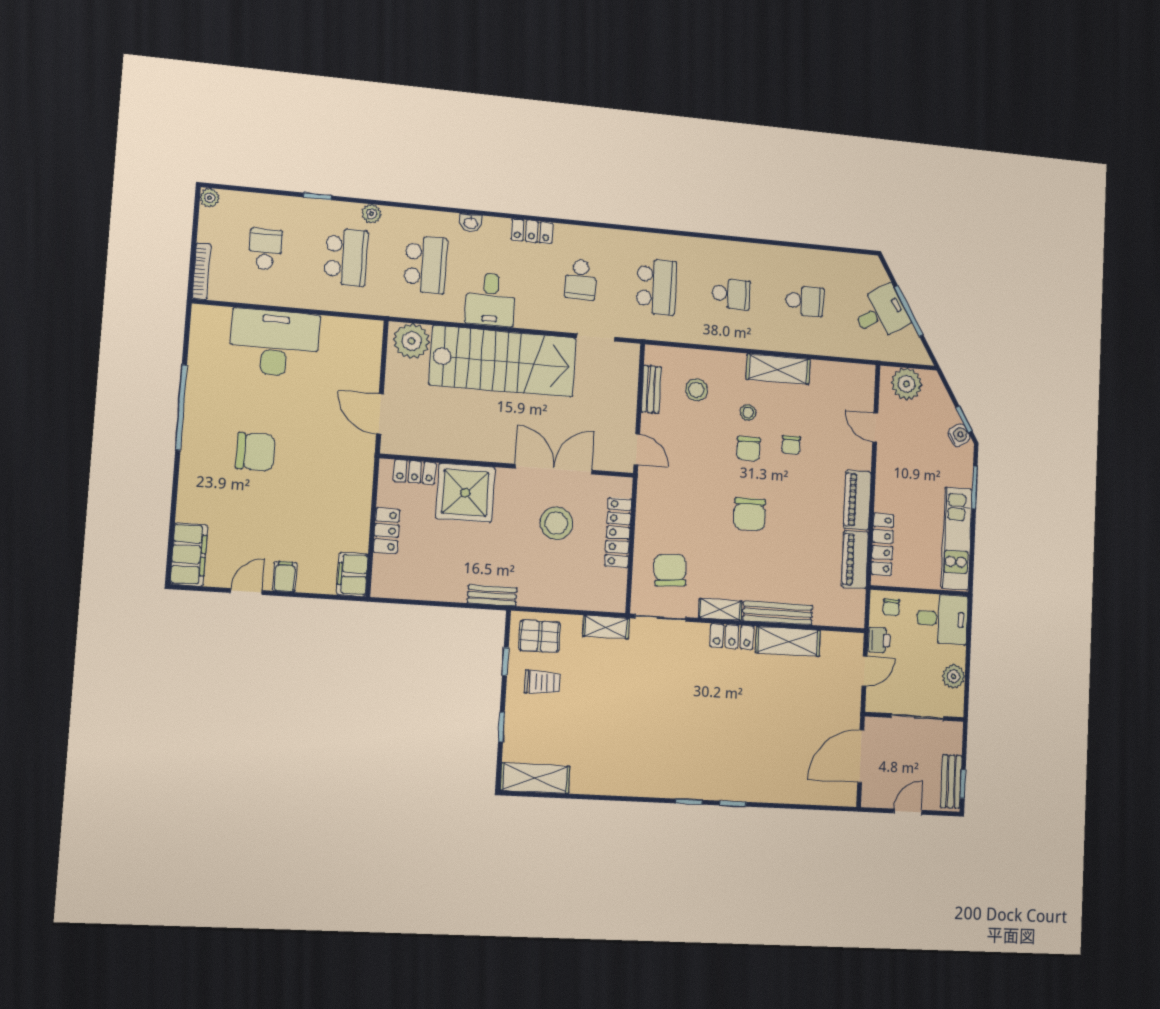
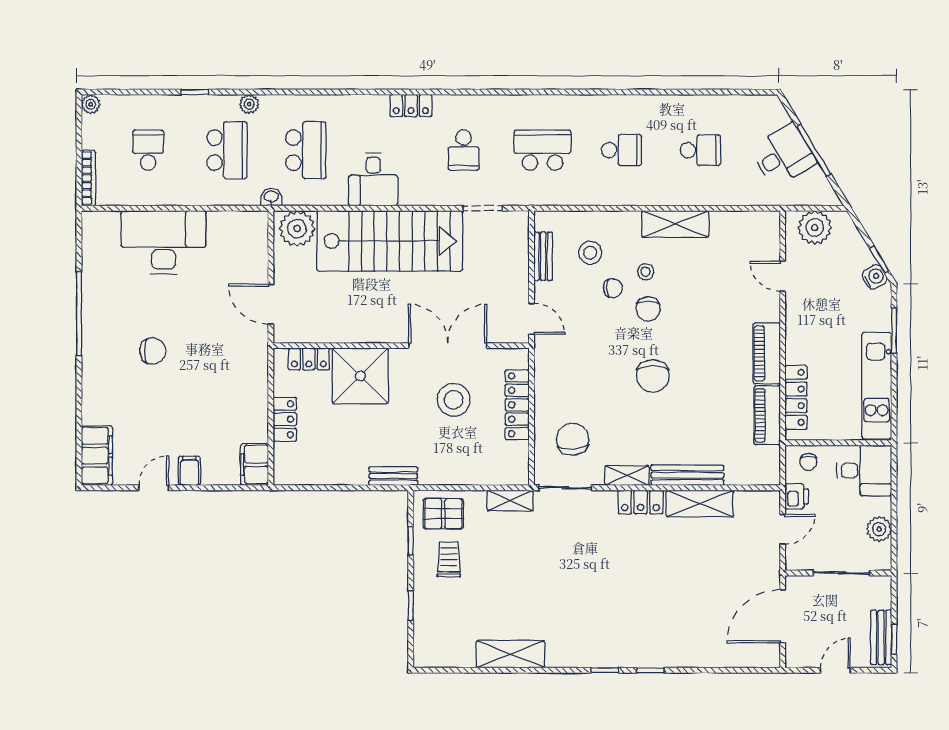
washbasin: (471, 223) -> (271, 197), moved, turned 180
school desk: (656, 287) -> (543, 150), turned -90
chair: (791, 445) -> (613, 288), moved, turned -90
chair: (255, 452) -> (153, 351), width x0.73, depth x0.73
trolley: (542, 682) -> (449, 559), turned -90
shelving: (535, 778) -> (510, 654), moved

